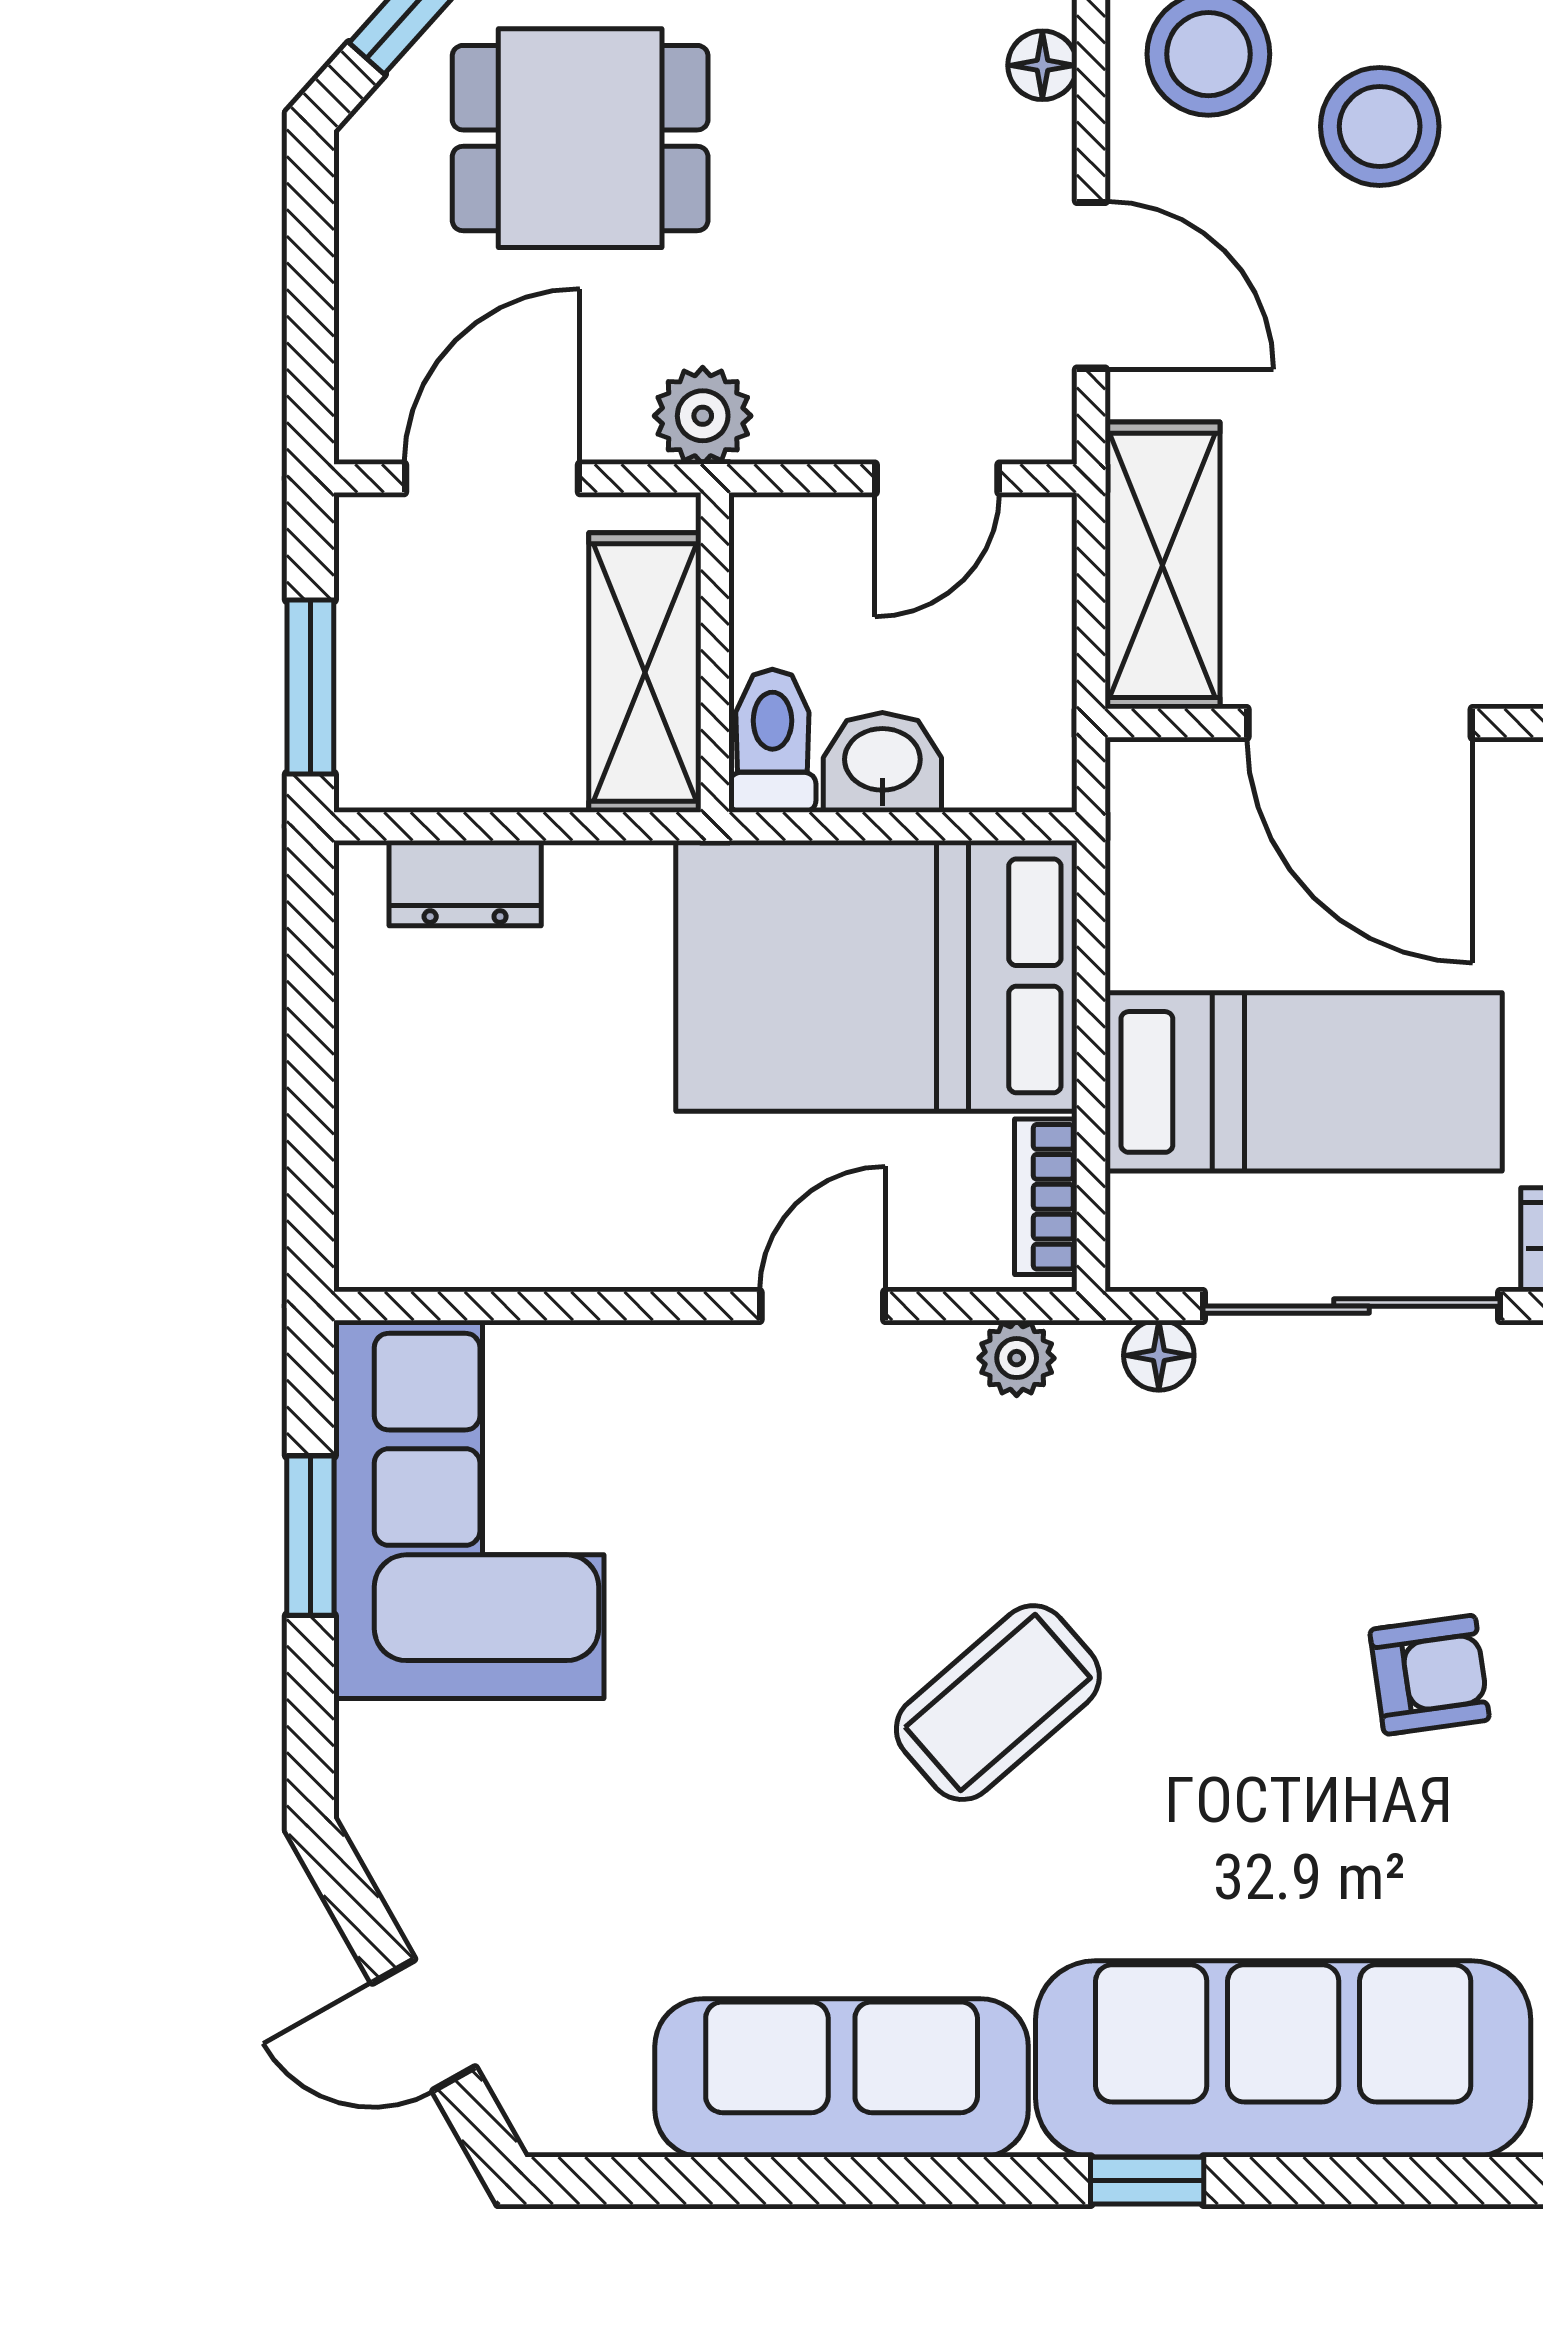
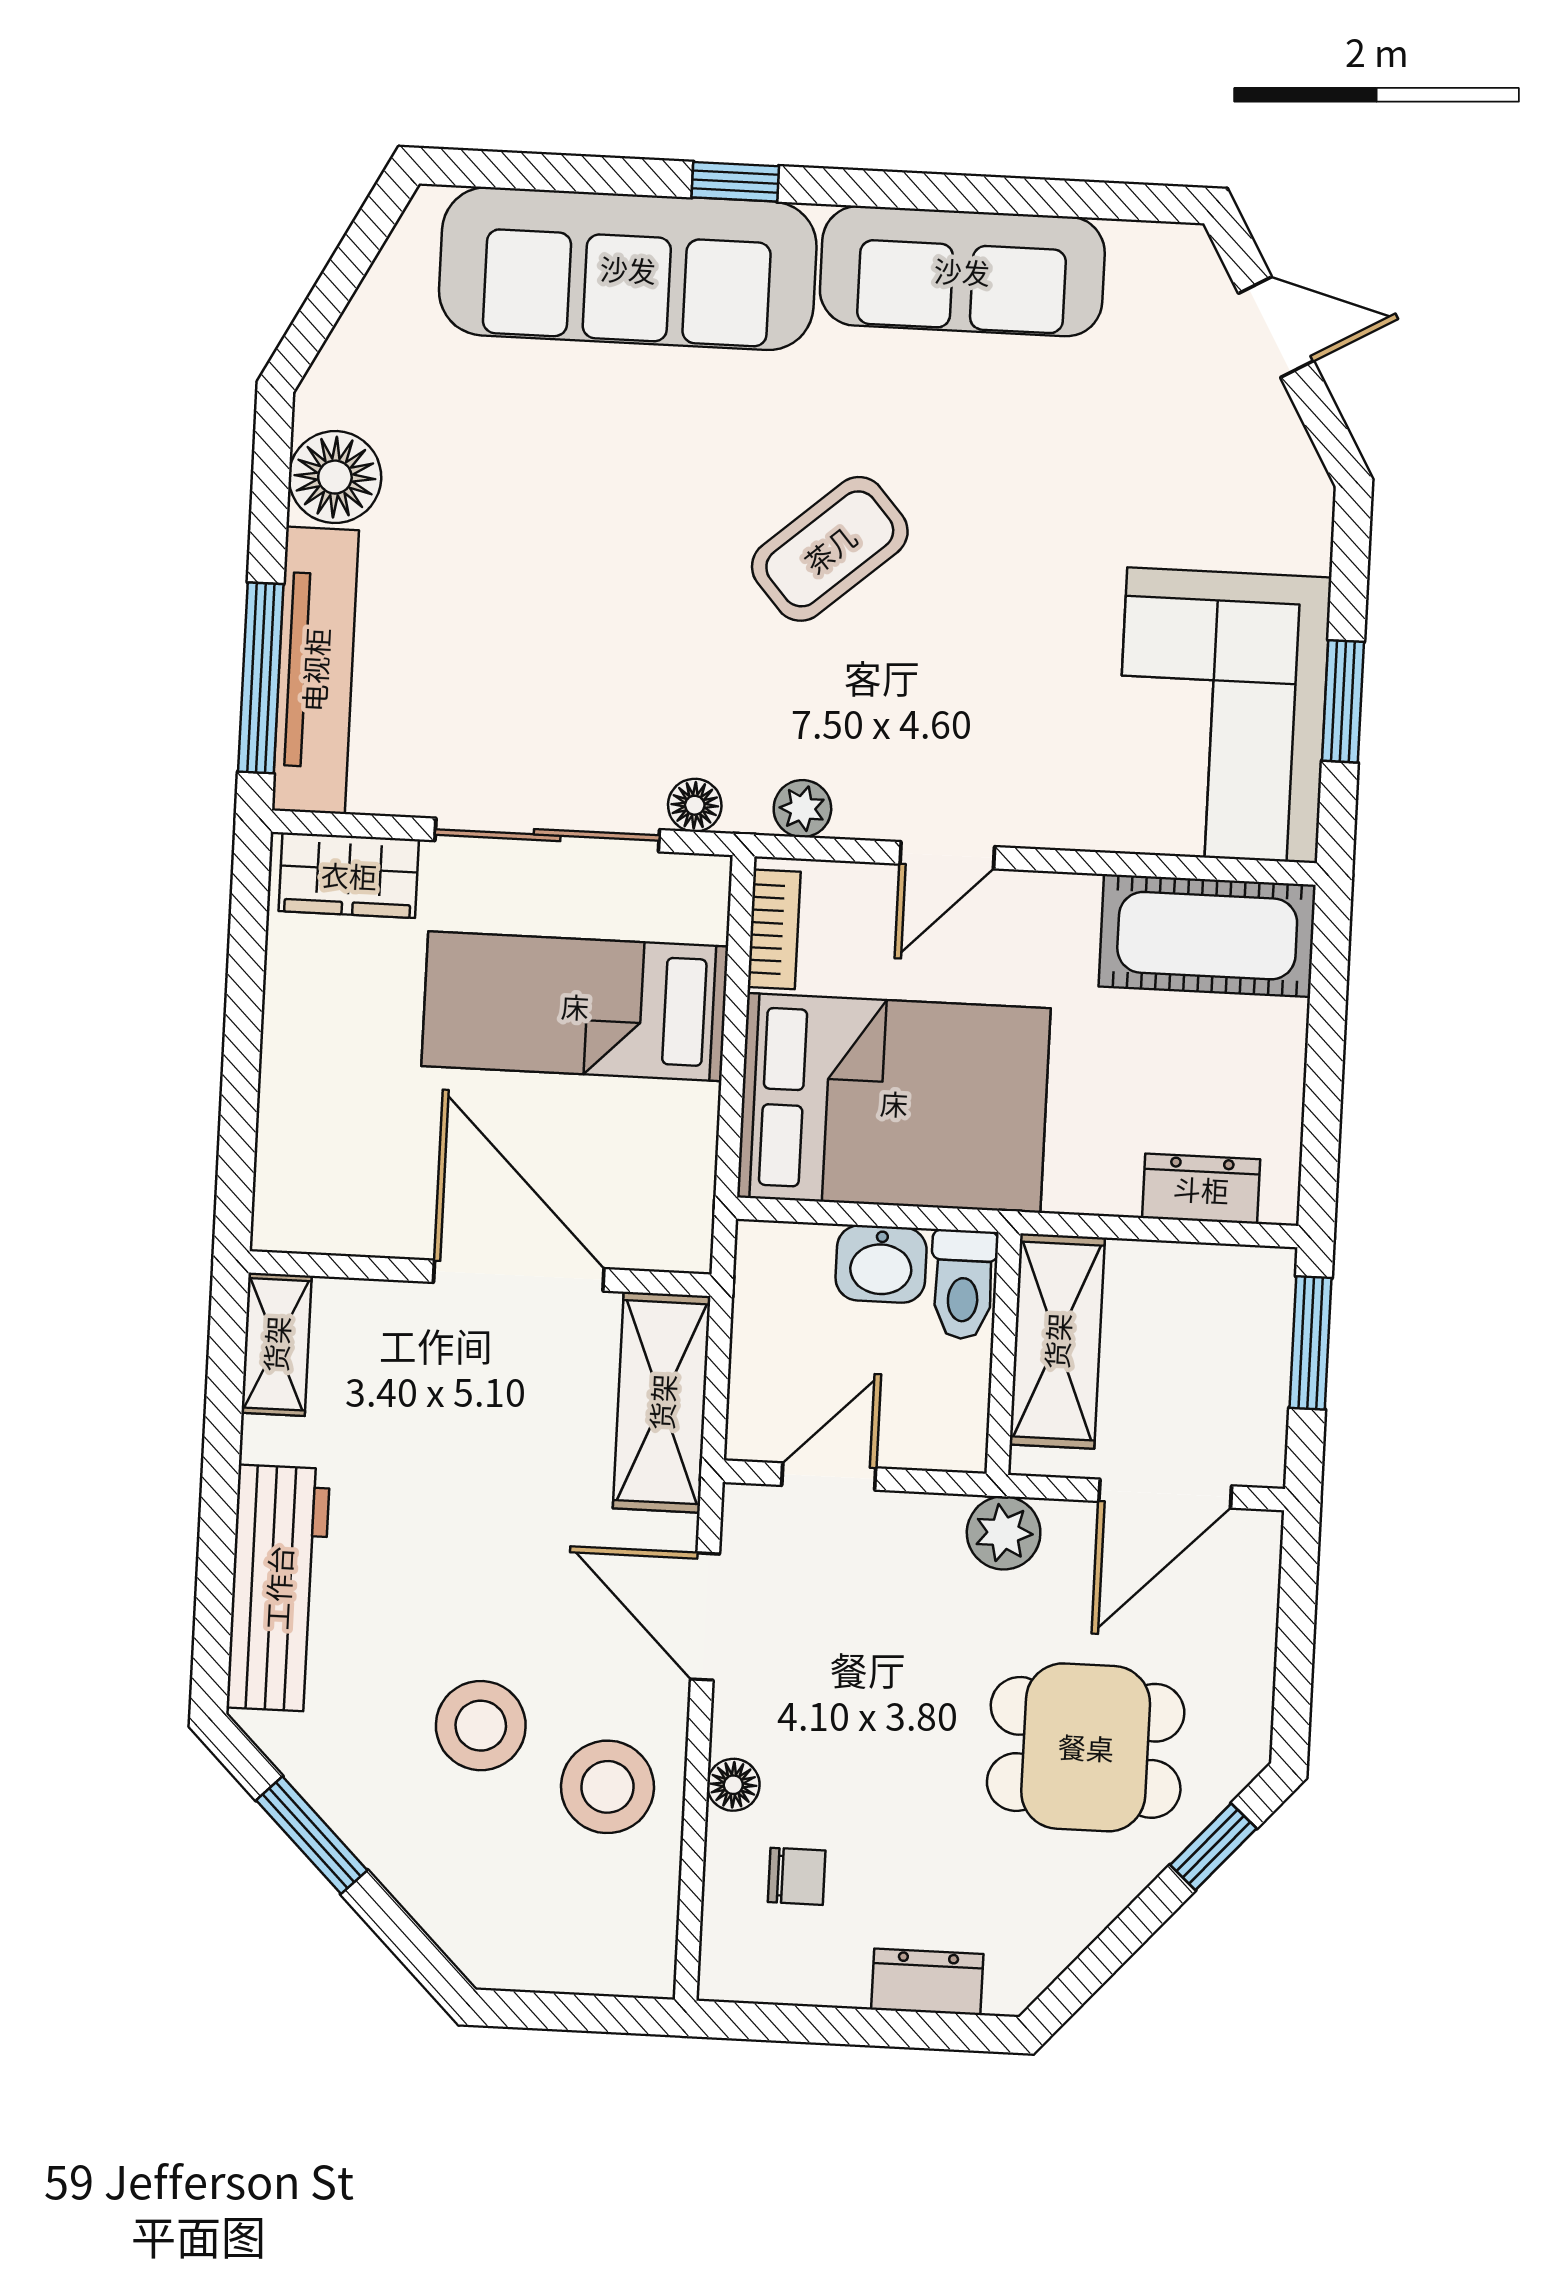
cot: (474, 1217) -> (1207, 936), added
armchair: (1430, 1675) -> (502, 553), removed

